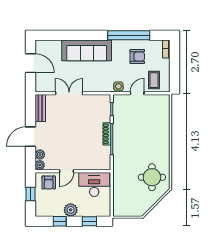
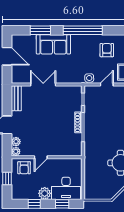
window: (66, 35) -> (40, 30), added
window: (129, 35) -> (83, 30), moved
sofa: (87, 50) -> (53, 44), width x0.73
armchair: (137, 57) -> (107, 50), turned -90
desk: (94, 184) -> (66, 188), moved, turned 180

